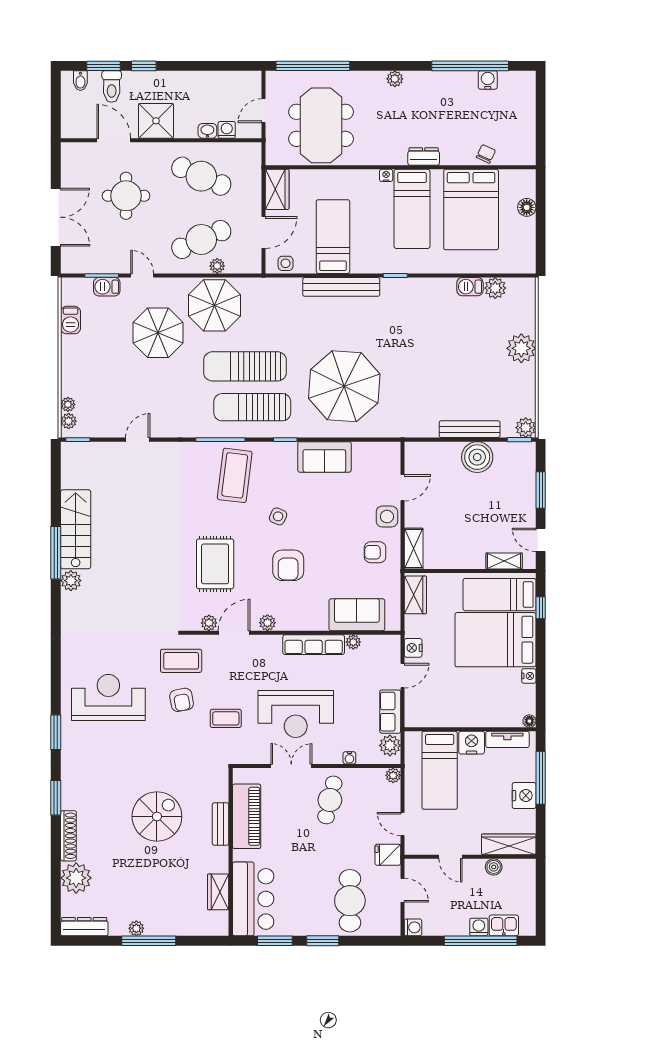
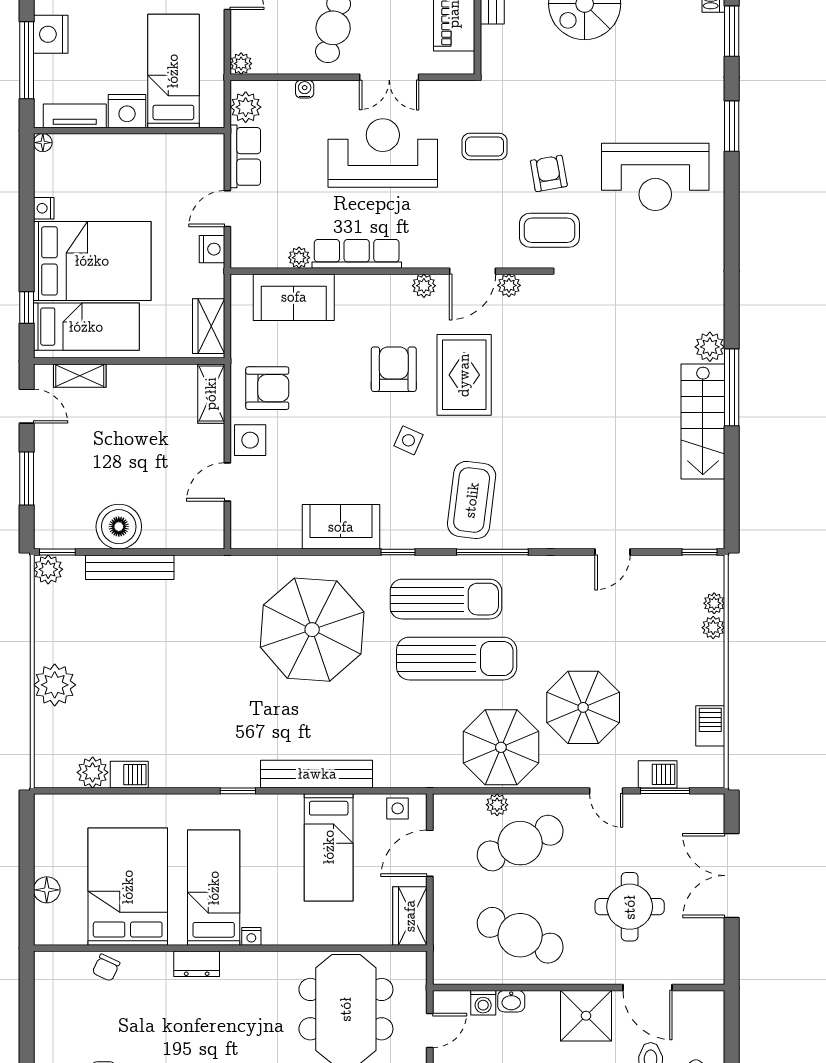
plant: (69, 421) -> (713, 628), moved
armchair: (375, 552) -> (267, 388), width x1.38, depth x1.38
rug: (215, 564) -> (464, 375), moved

